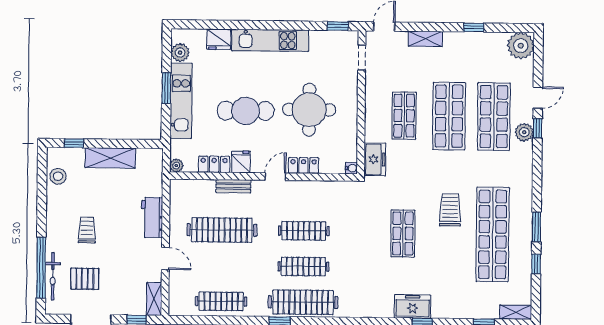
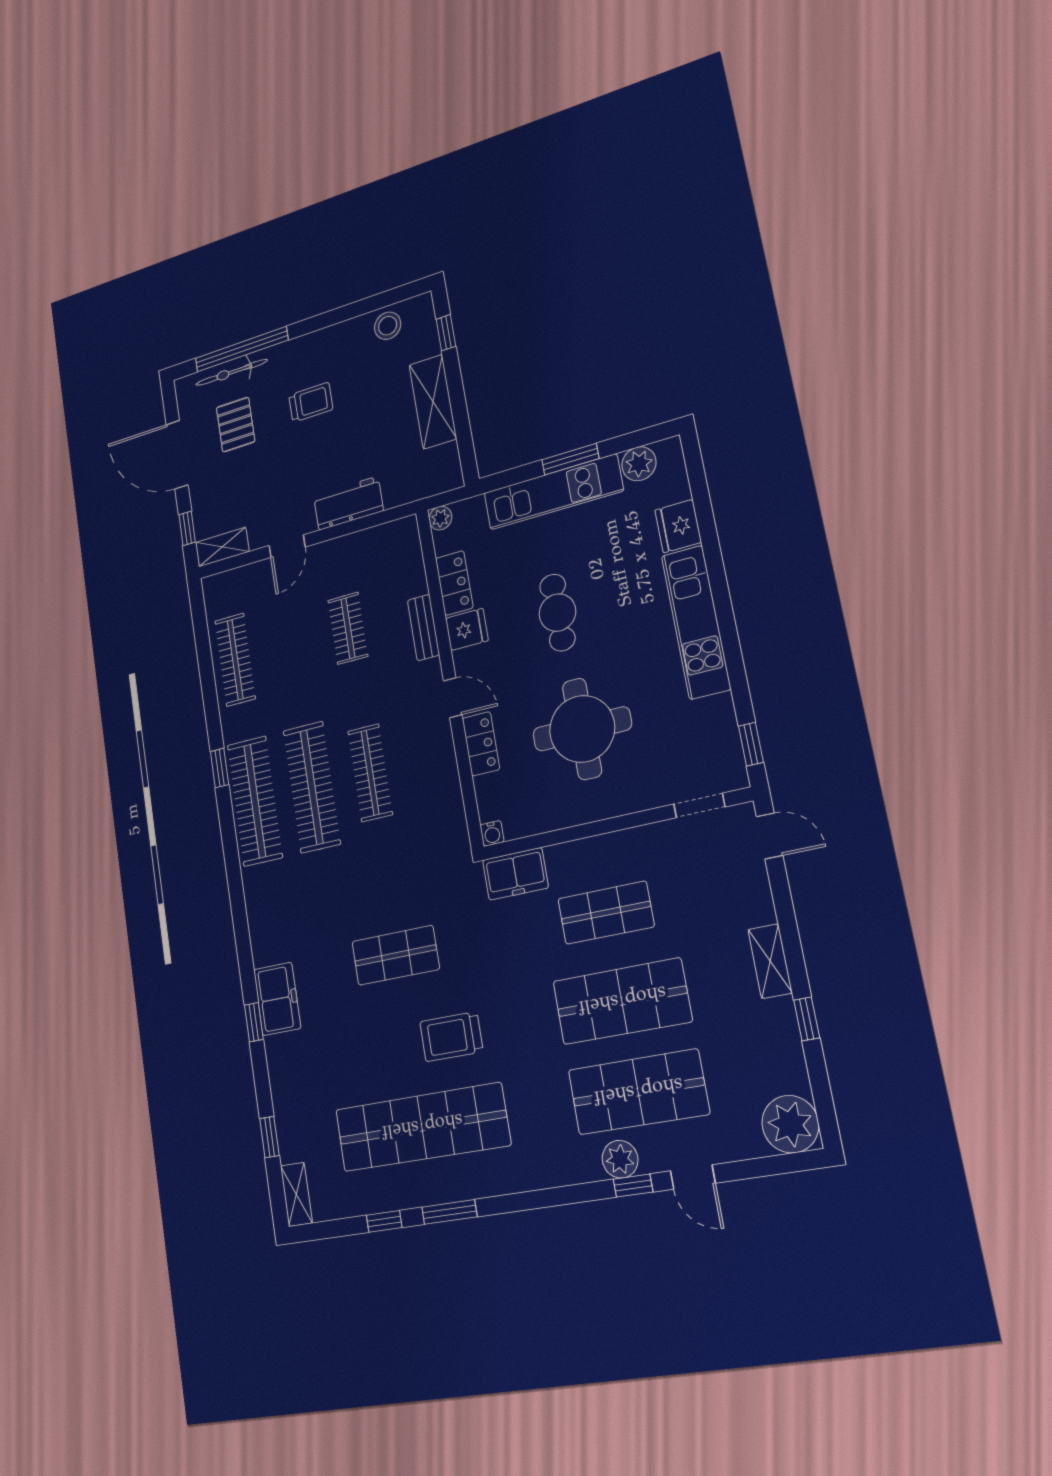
shelving: (425, 39) -> (770, 961), moved
cafe table: (246, 111) -> (557, 613), width x0.73, depth x0.74
trolley: (450, 210) -> (451, 1037), turned 180
clothes rail: (222, 230) -> (348, 628), width x0.54, depth x0.76
clothes rail: (303, 267) -> (312, 787), width x1.37, depth x1.31

